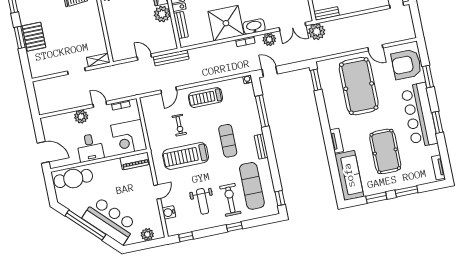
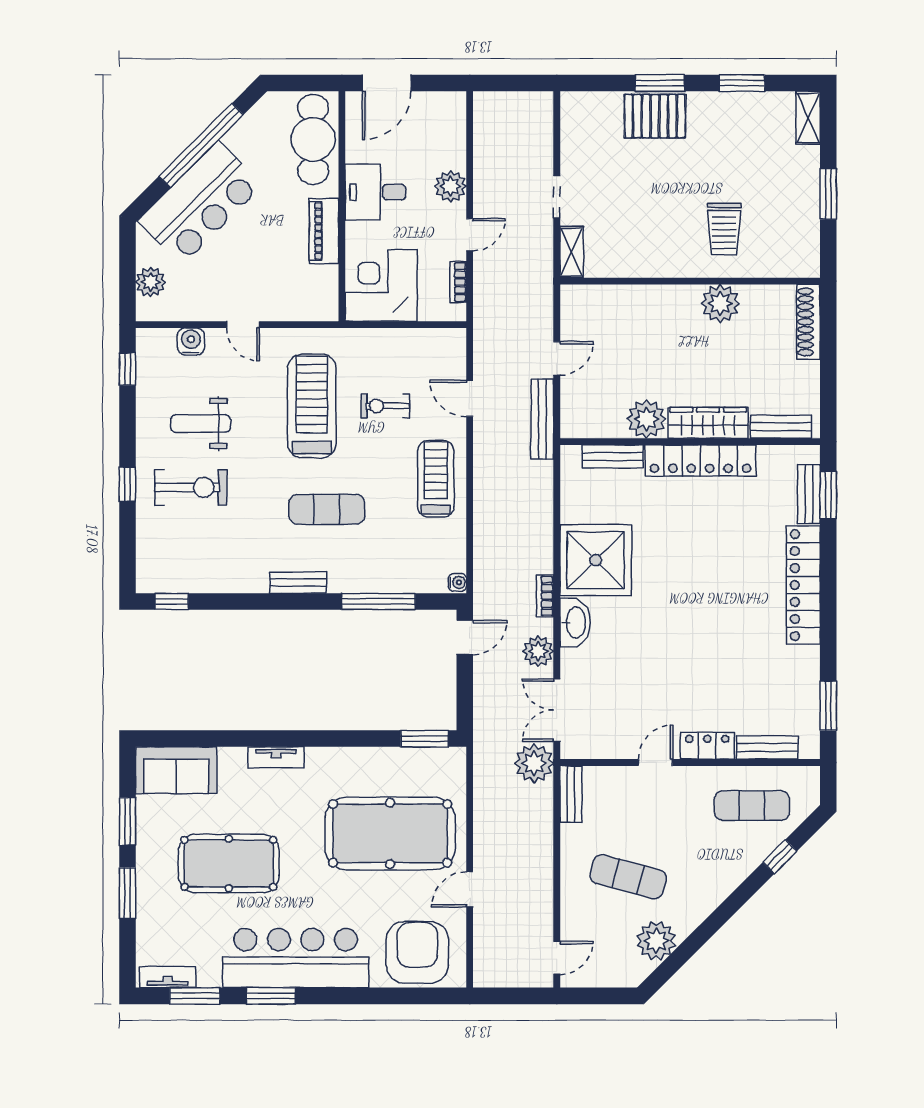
window: (428, 77) -> (195, 996), moved
piano: (135, 161) -> (324, 231), moved
sofa: (349, 175) -> (176, 770), width x0.73
exercise mat: (252, 186) -> (213, 543), removed

